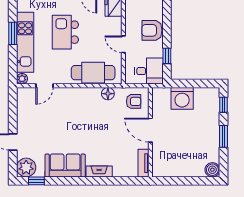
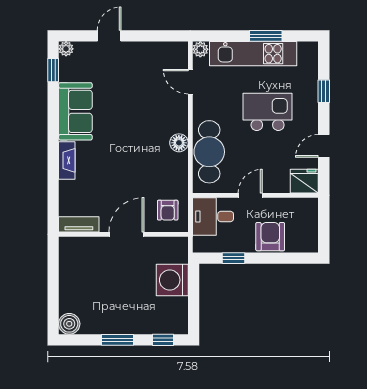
desk: (149, 71) -> (213, 216), moved, turned 90
floor lamp: (108, 94) -> (179, 143), moved
plant: (26, 167) -> (66, 49), width x0.53, depth x0.53

